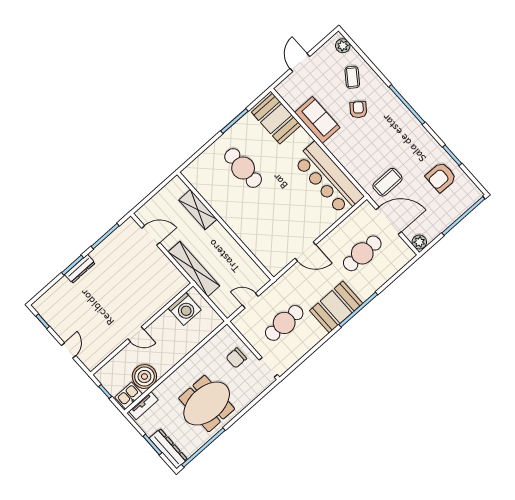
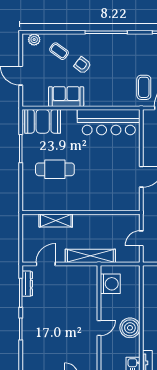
dresser: (80, 269) -> (27, 284), moved
boiler: (144, 377) -> (130, 328), moved

